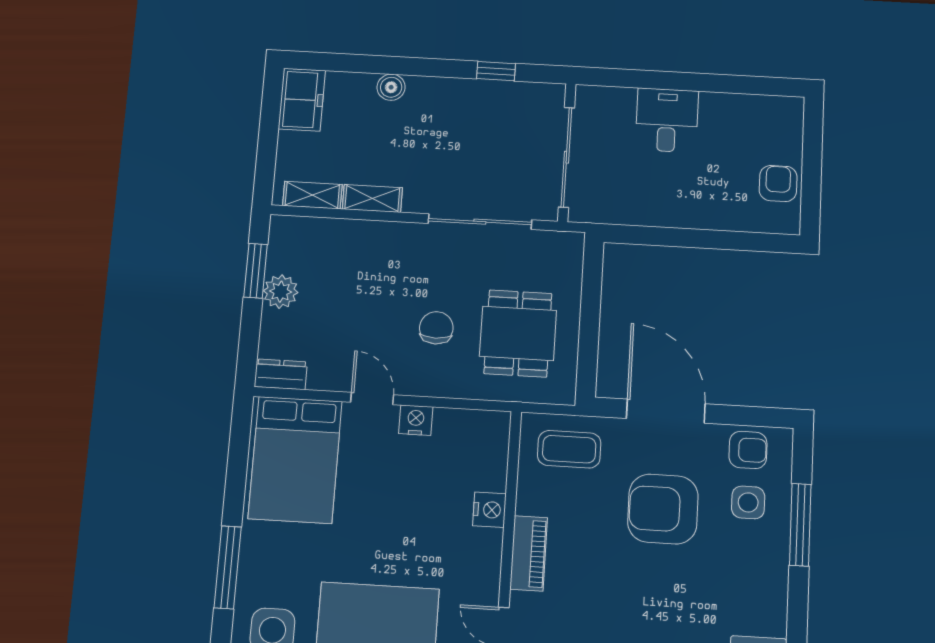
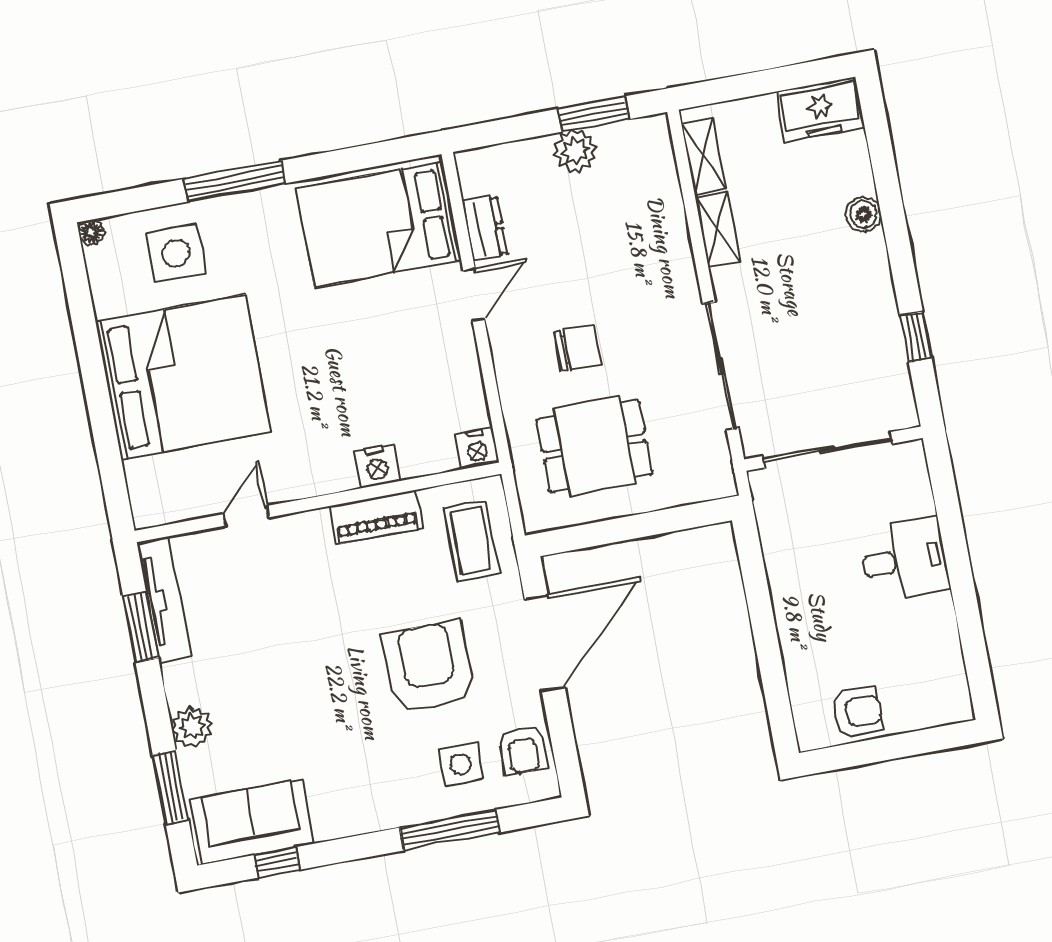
dresser: (281, 374) -> (485, 229), moved
nightstand: (416, 420) -> (477, 449), moved, turned 90
piano: (529, 553) -> (376, 517), moved

